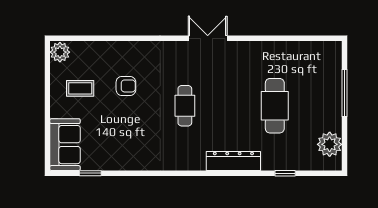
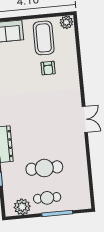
coffee table: (80, 88) -> (44, 38), width x1.86, depth x1.72
cafe table: (185, 106) -> (47, 198), moved

